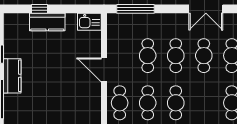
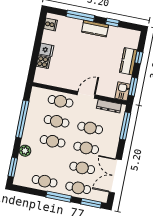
window: (80, 9) -> (133, 87), added
double door: (206, 9) -> (115, 176), width x1.37
dresser: (113, 36) -> (109, 106), added

